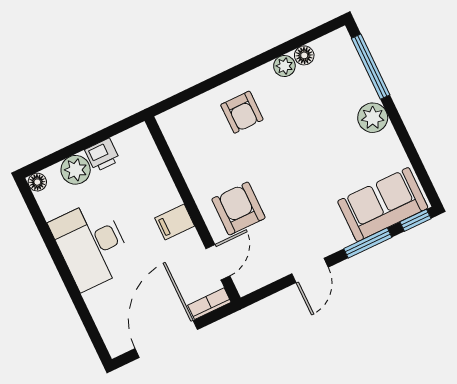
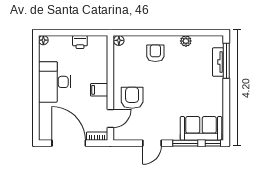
floor lamp: (304, 55) -> (119, 40), moved
tv unit: (358, 76) -> (218, 62), added
armchair: (242, 112) -> (155, 53), turned 180
plant: (373, 118) -> (216, 85), removed
plant: (76, 170) -> (64, 43), removed
door: (166, 339) -> (69, 143), hinge flipped

